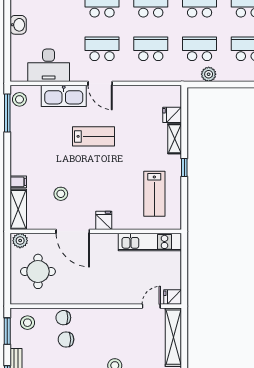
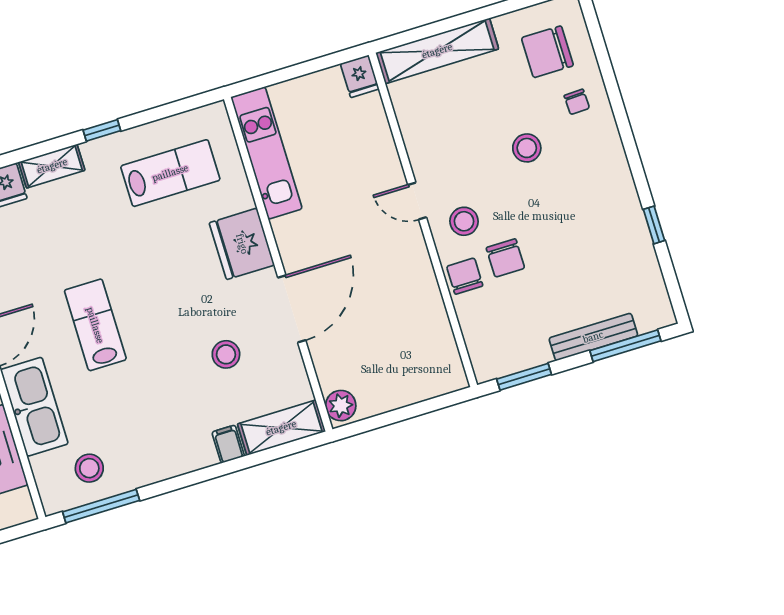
stool: (19, 99) -> (89, 468), moved
fridge: (104, 220) -> (242, 244), width x1.88, depth x1.34
round table: (38, 271) -> (390, 353), removed
door: (151, 306) -> (417, 201), moved
chair: (63, 318) -> (465, 276), turned 180
stool: (27, 323) -> (464, 221), moved

